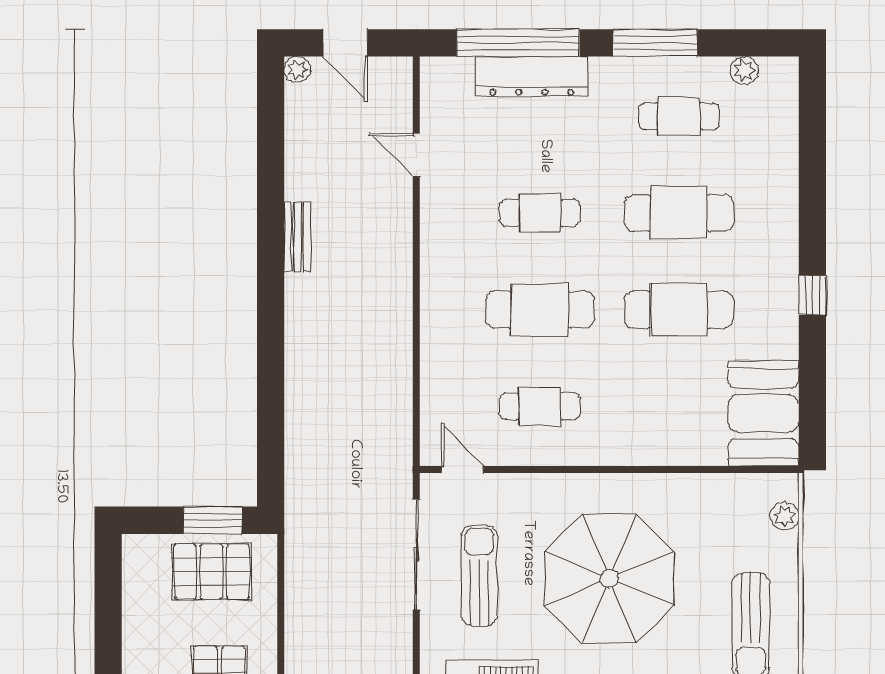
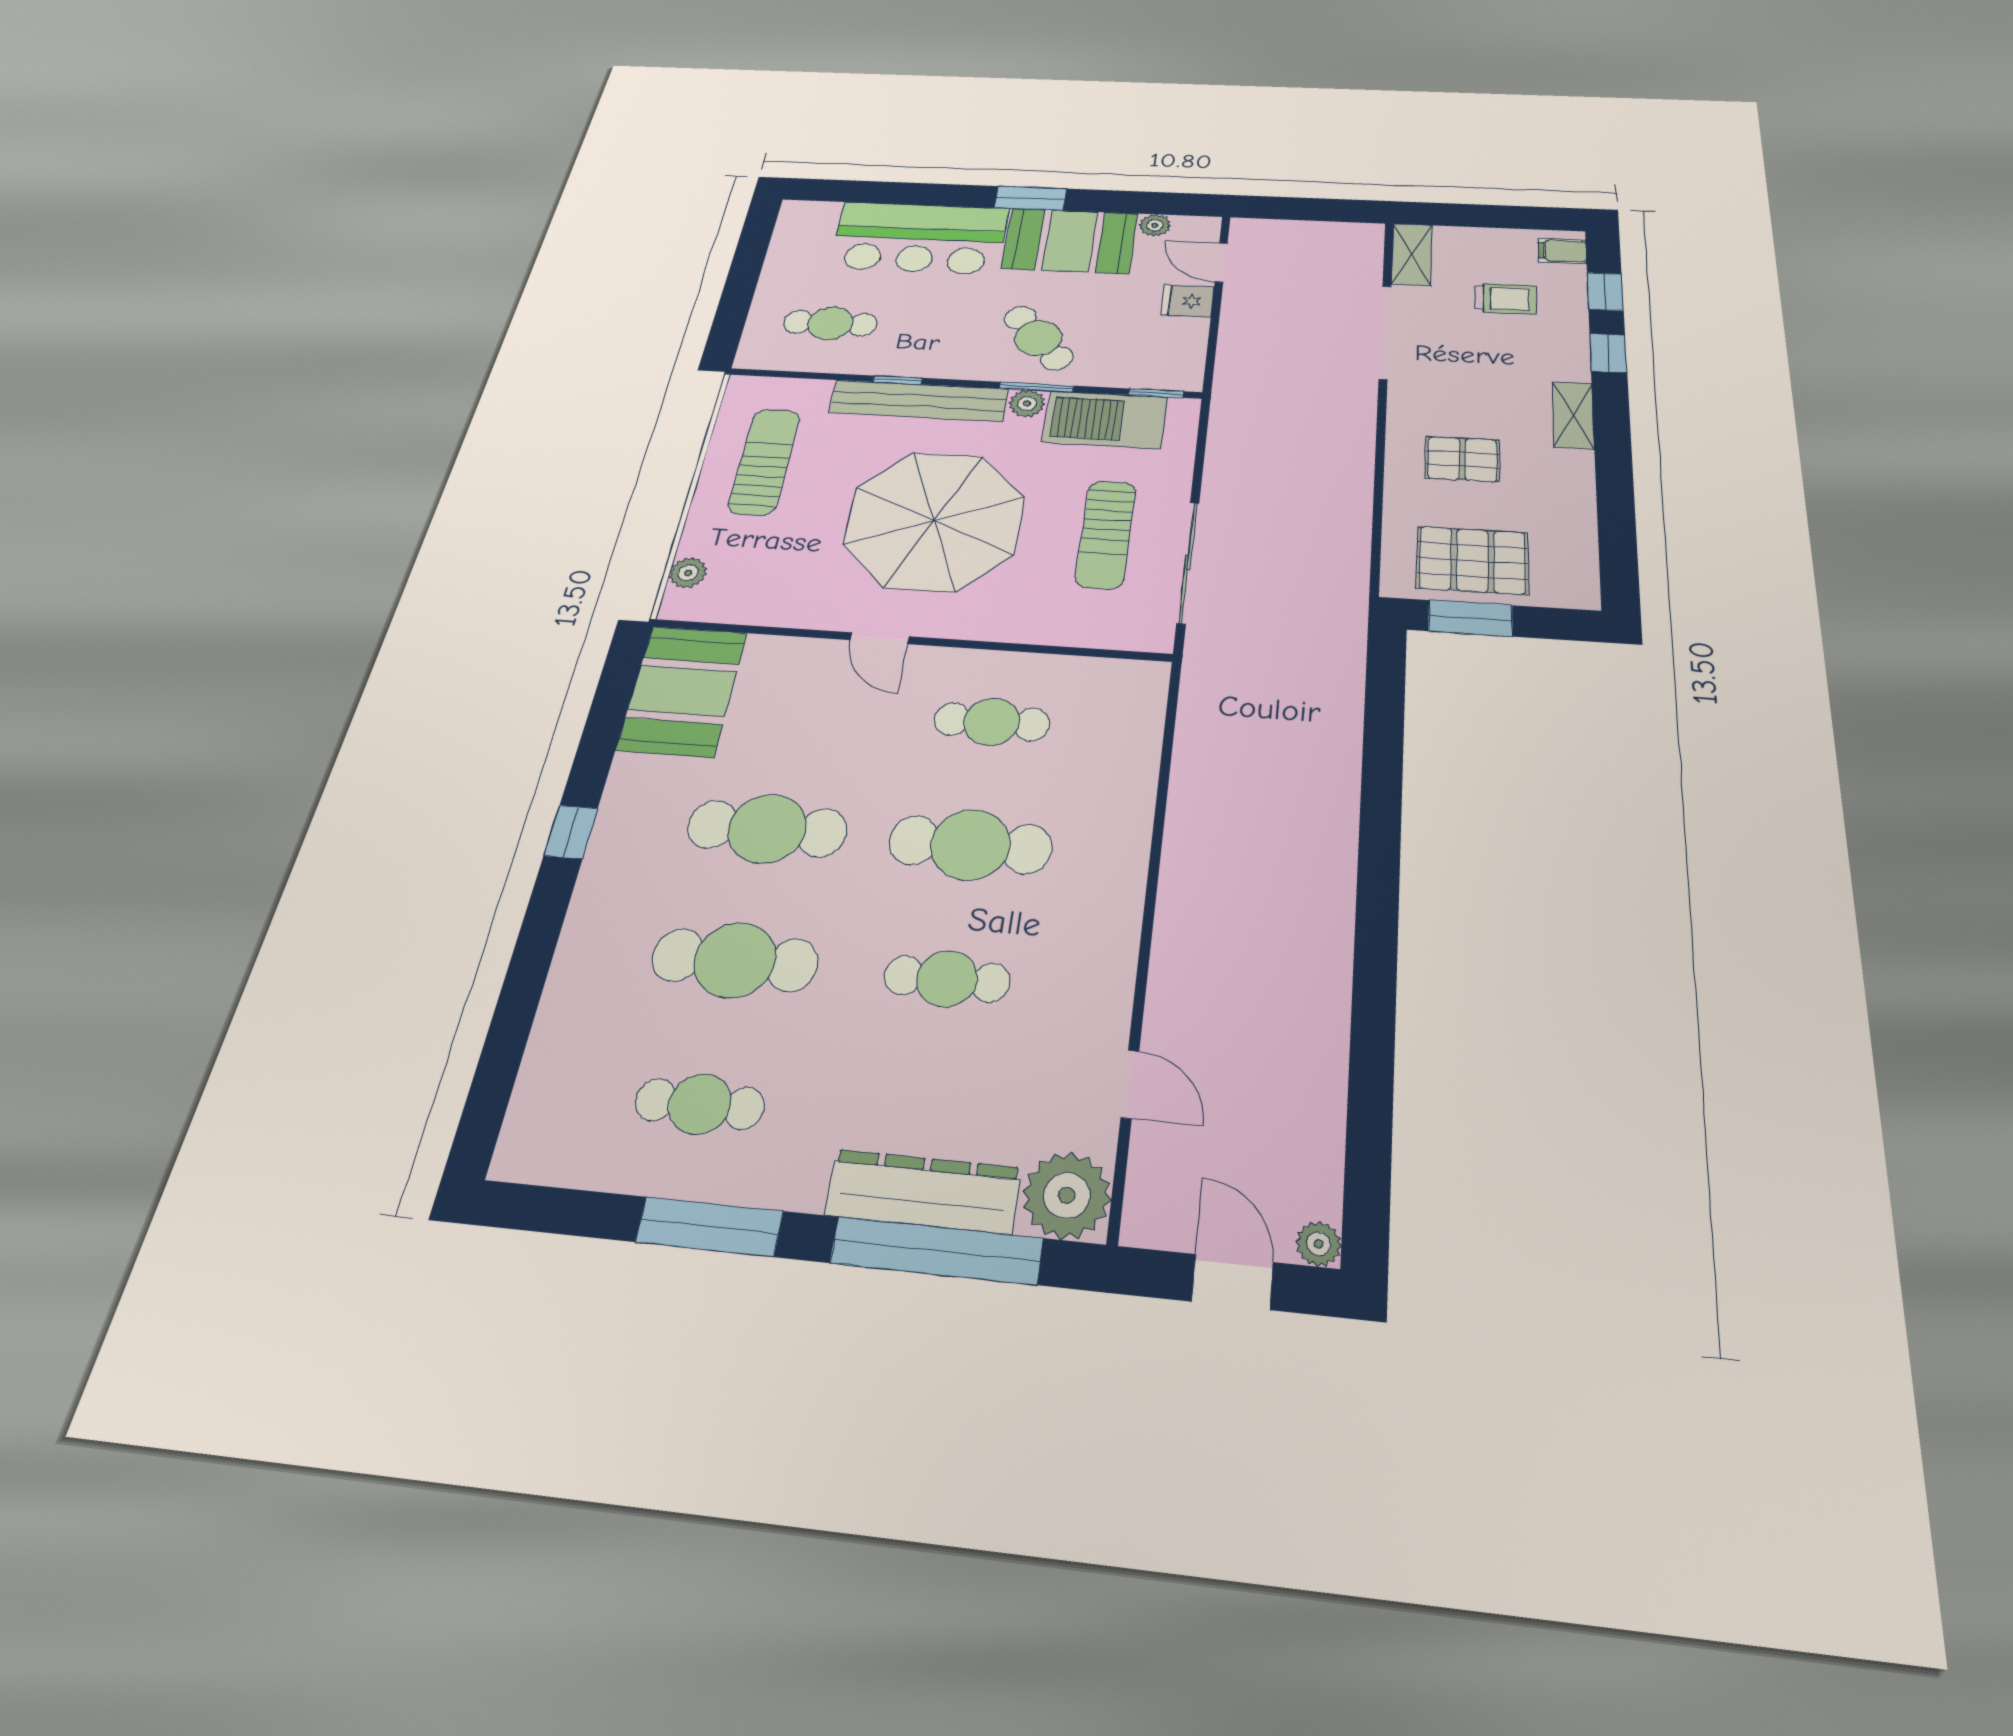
plant: (744, 71) -> (1067, 1195), moved, width x1.87, depth x1.87
bench: (297, 237) -> (1332, 976), removed
door: (462, 470) -> (880, 638), moved

